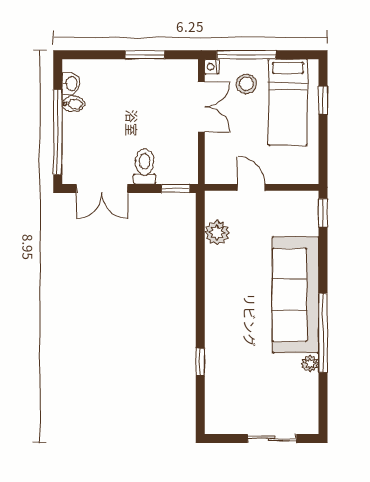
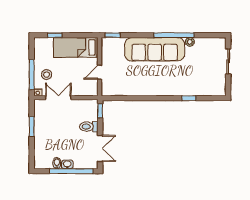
washbasin: (71, 84) -> (67, 164), moved
bed: (288, 102) -> (76, 47), moved, turned 180
plant: (217, 233) -> (123, 90), removed

